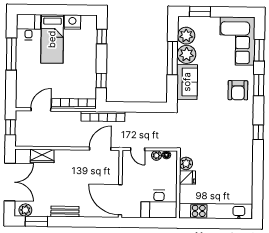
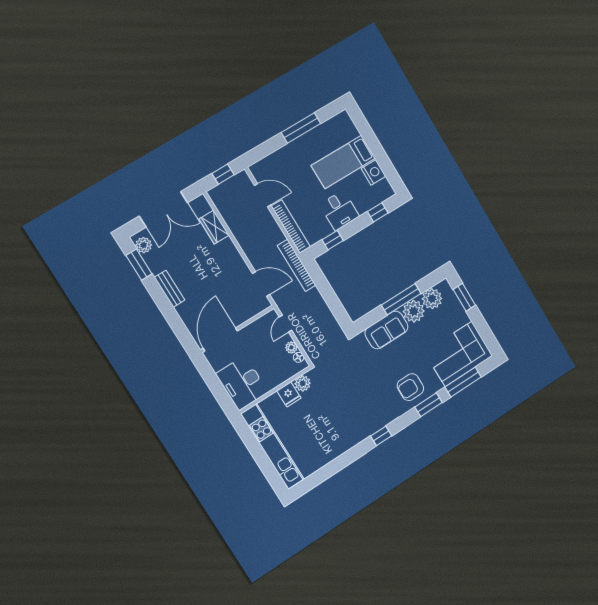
desk: (29, 27) -> (339, 210), moved, turned 90
window: (259, 50) -> (463, 382), width x1.44

